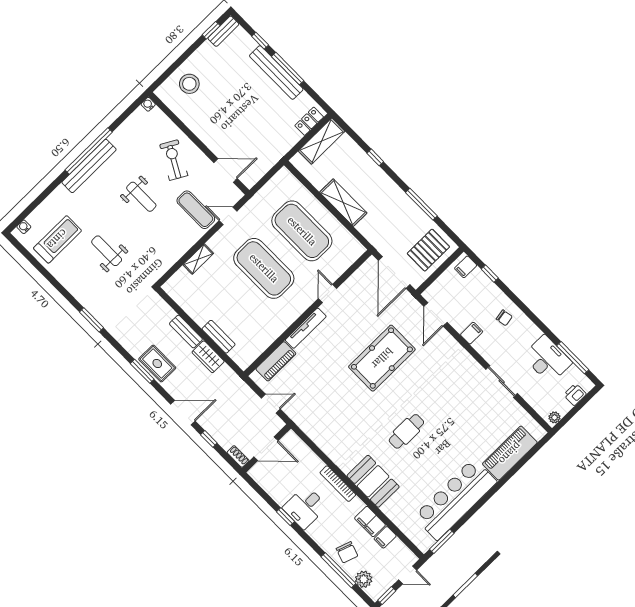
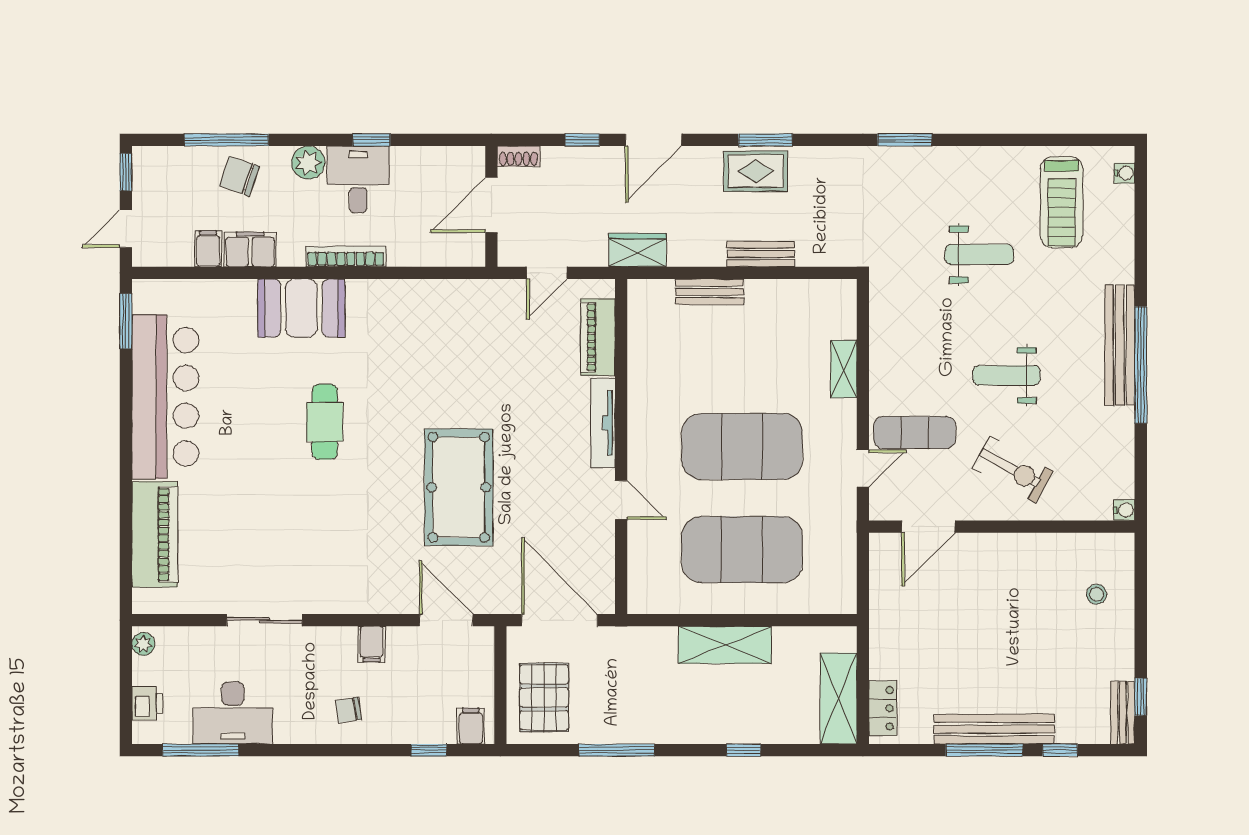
stool: (189, 84) -> (1097, 594), width x0.53, depth x0.53
wardrobe: (208, 357) -> (637, 250), moved
plant: (364, 579) -> (308, 163), moved

